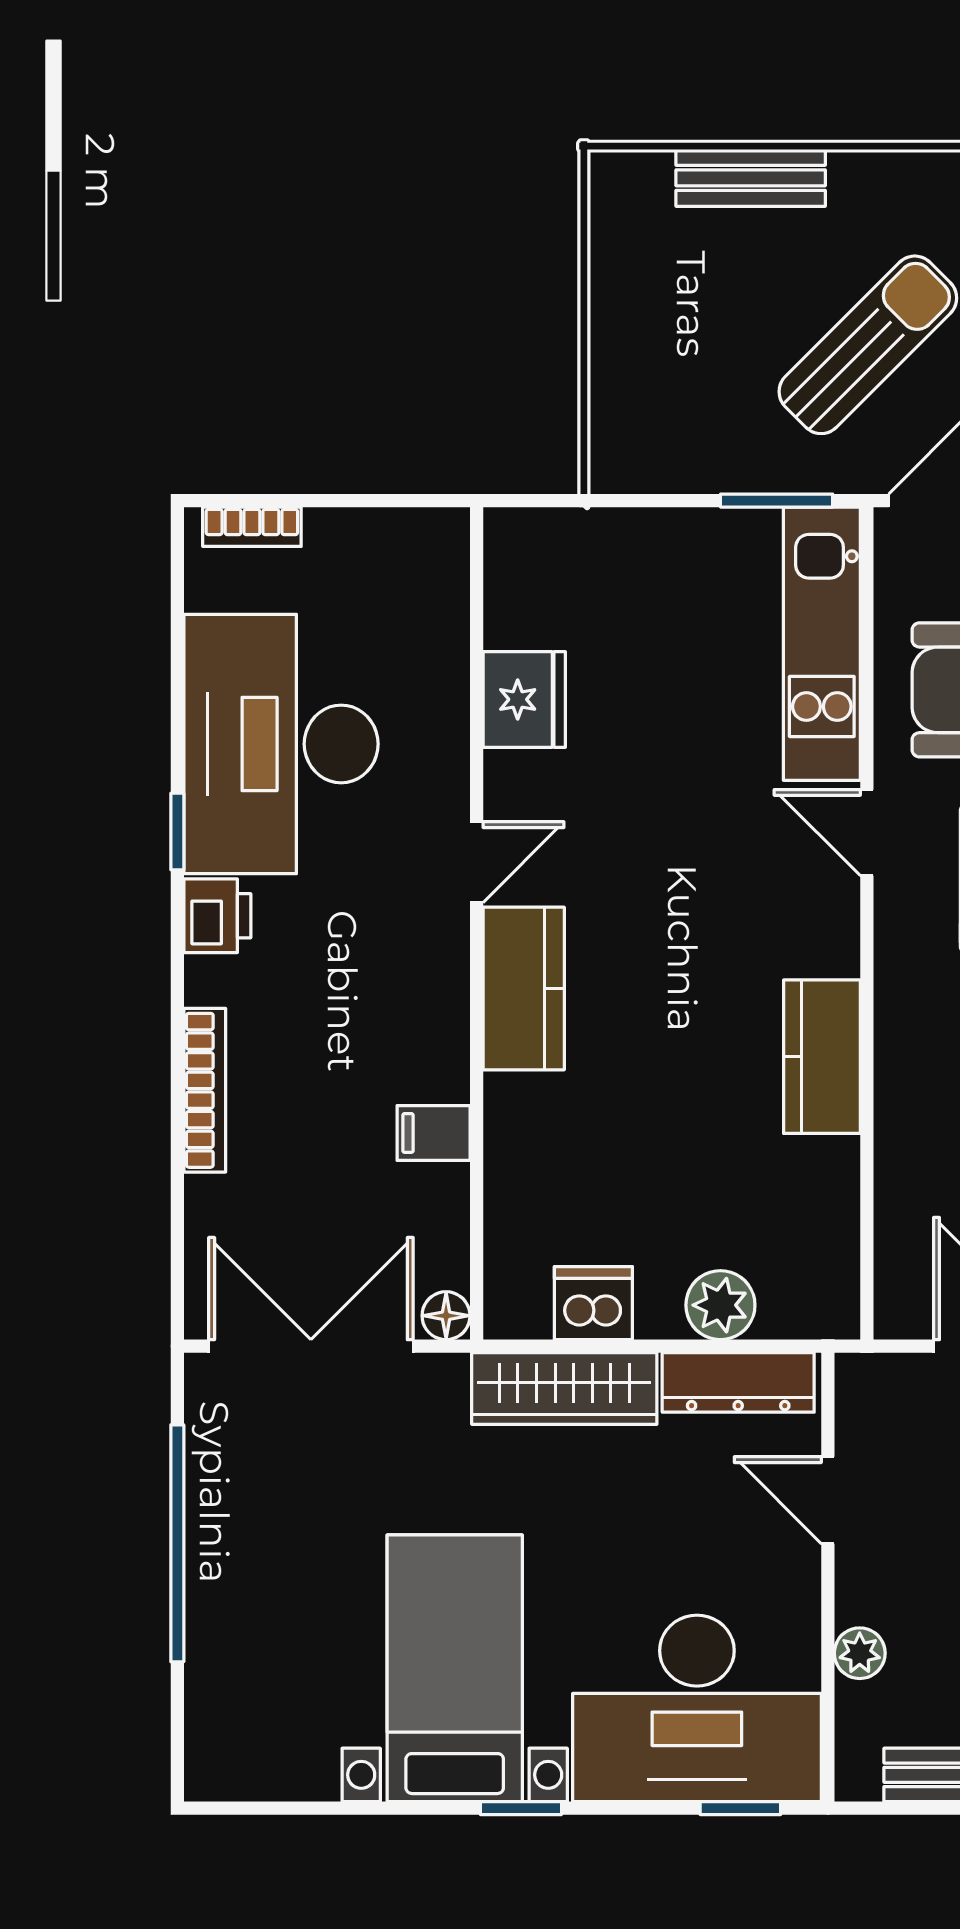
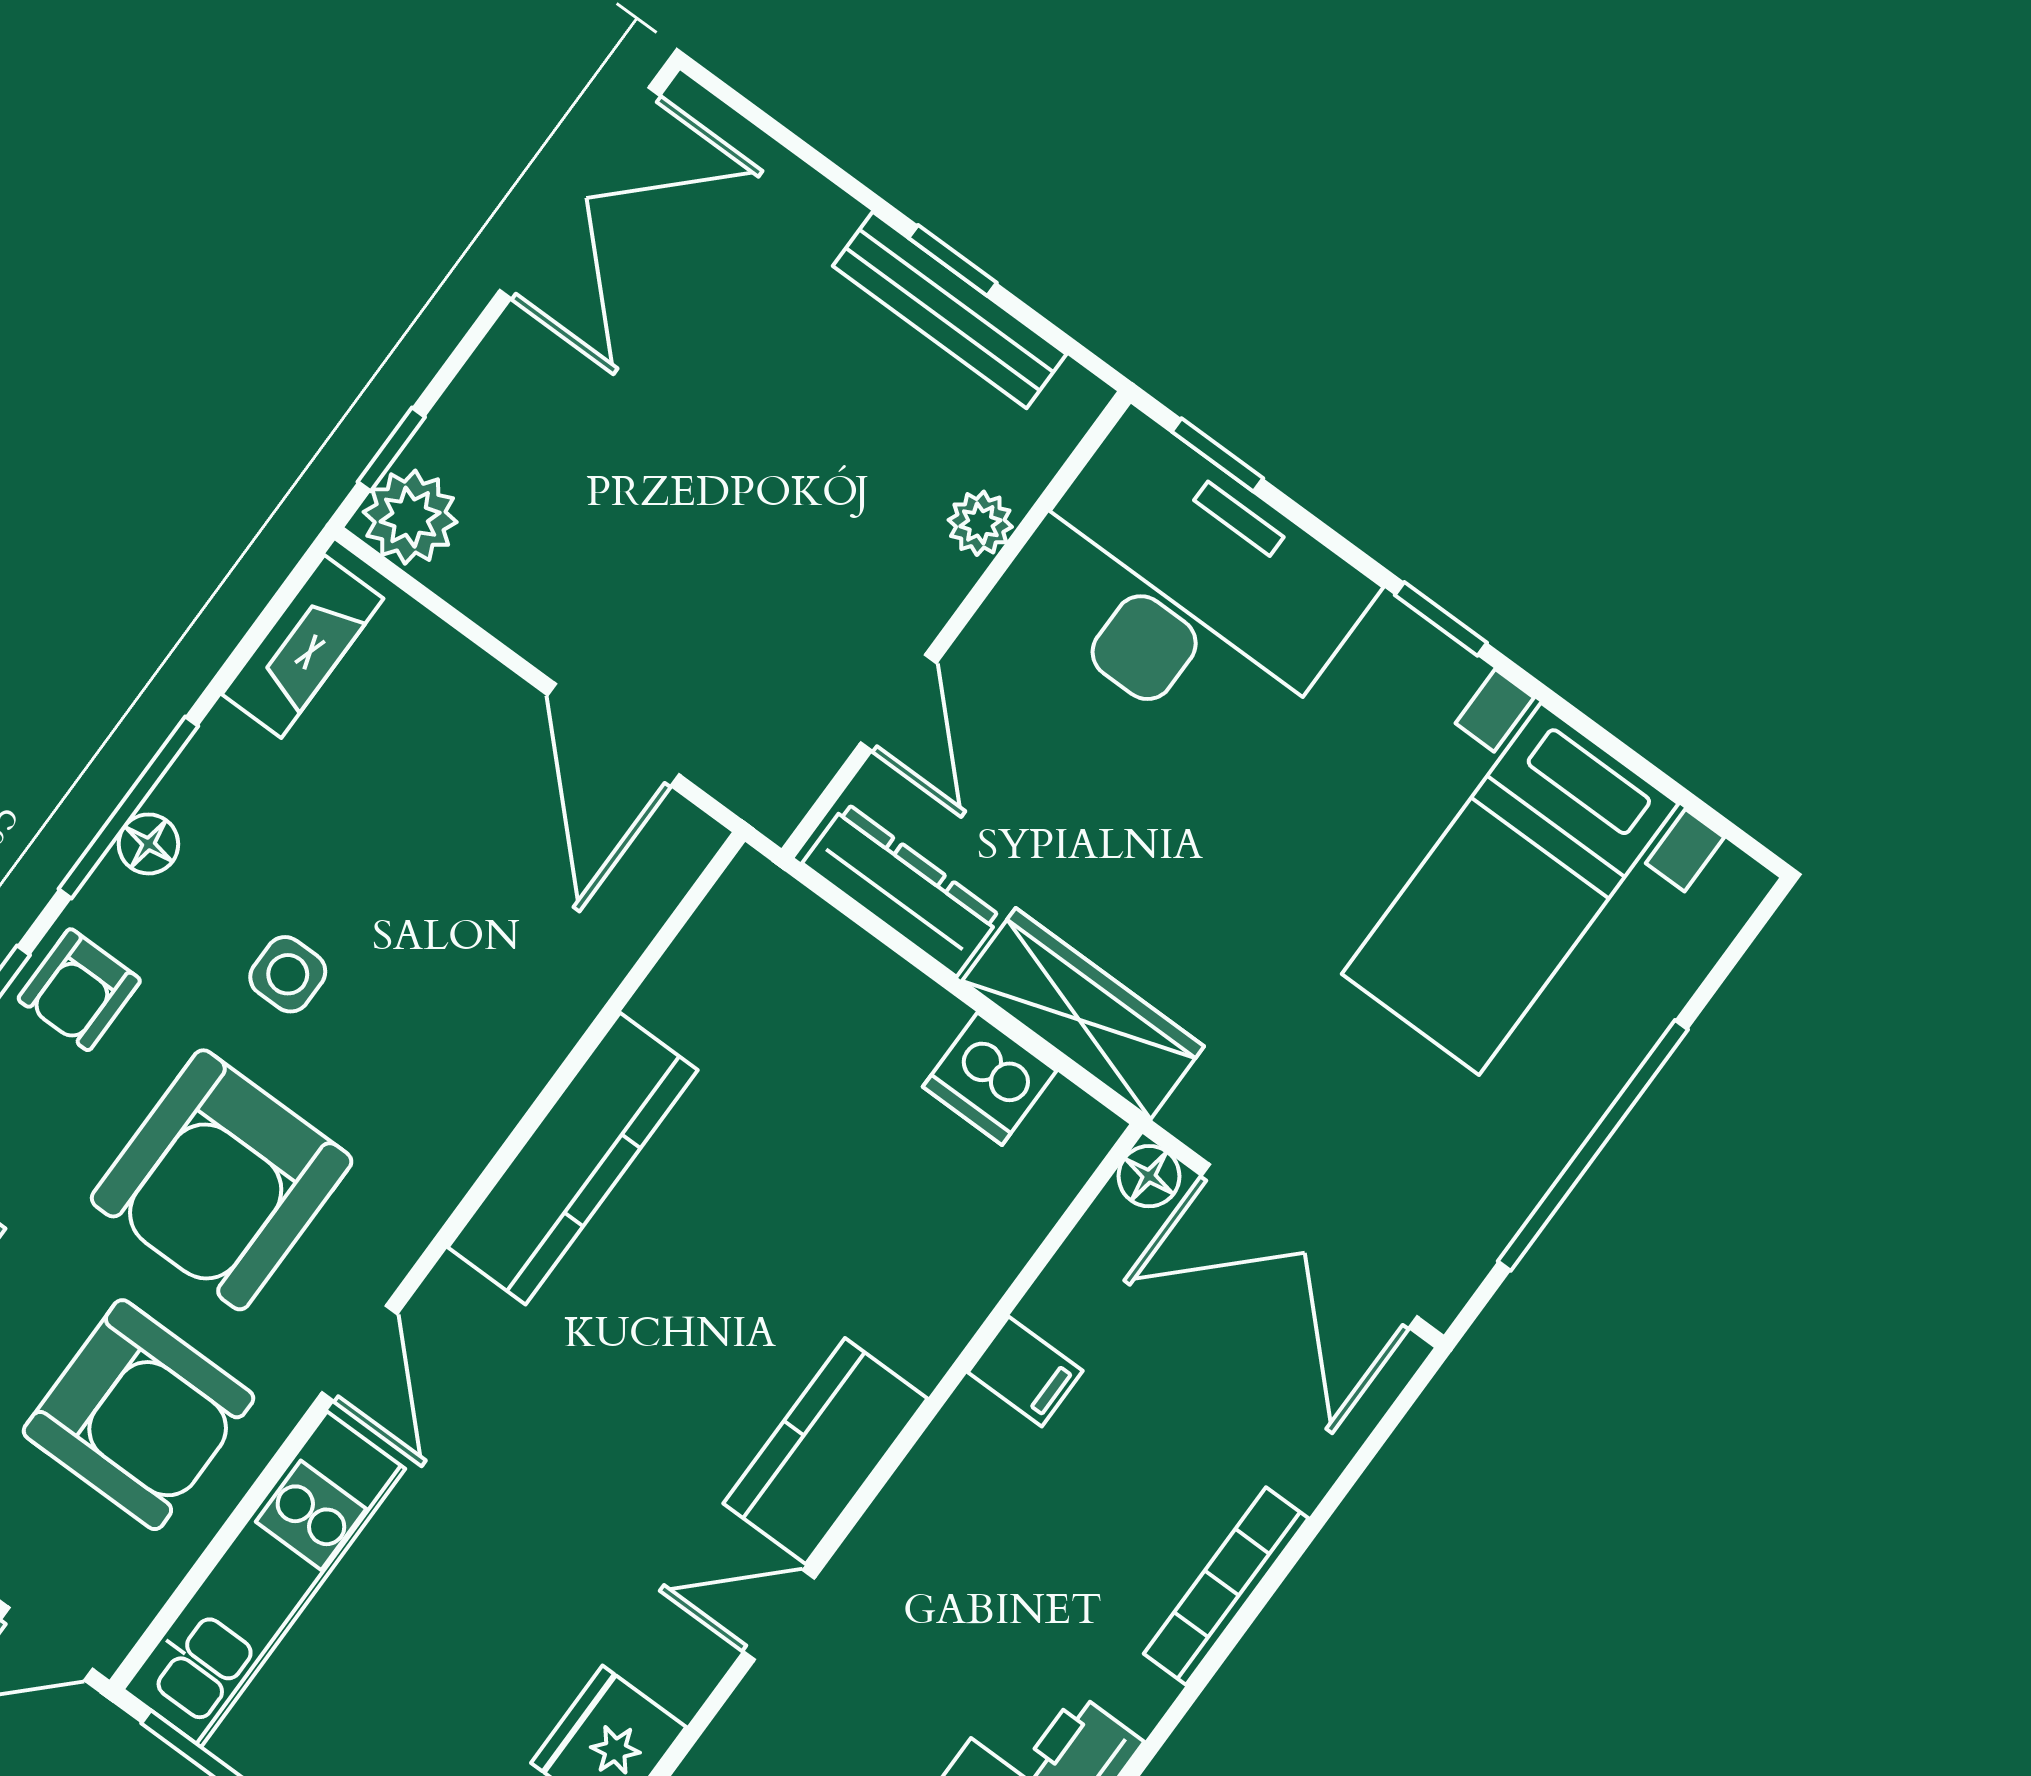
kitchen counter: (822, 1057) -> (573, 1159), width x1.50
plant: (720, 1305) -> (862, 982), removed
bed with nightstands: (455, 1668) -> (1510, 889), moved

